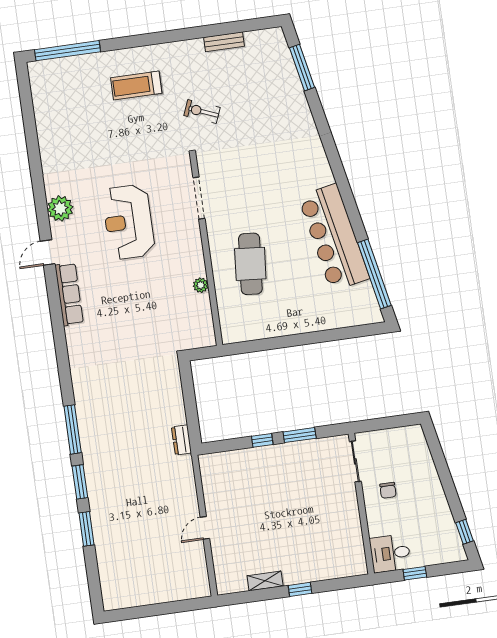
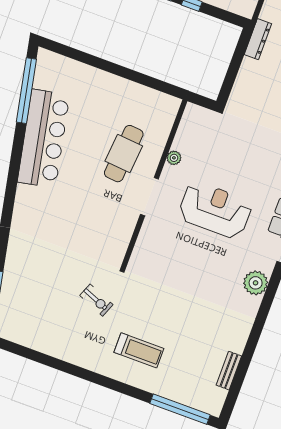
bench: (224, 42) -> (229, 371), moved, turned 90
doorway: (199, 198) -> (149, 197), moved
reception desk: (128, 222) -> (215, 210), moved, turned -90
dresser: (182, 440) -> (258, 39), width x1.44

